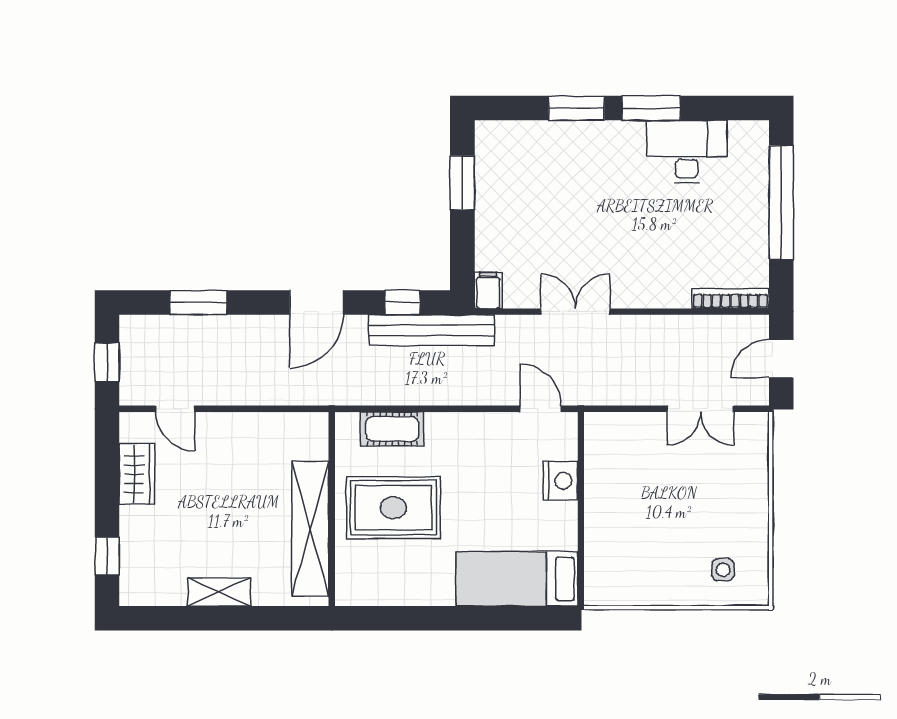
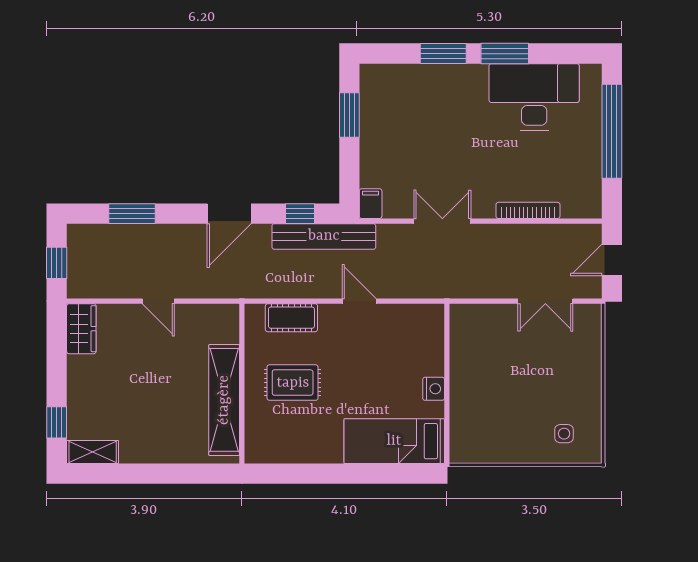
desk: (687, 152) -> (534, 97), width x1.36, depth x1.30
bookcase: (730, 299) -> (528, 210), moved
door: (175, 409) -> (158, 301), moved
door: (541, 409) -> (359, 301), moved
wardrobe: (137, 474) -> (81, 329), moved
nightstand: (560, 481) -> (434, 389), moved, width x0.74, depth x0.75
rug: (393, 508) -> (293, 383), width x0.73, depth x0.70
shelving: (219, 592) -> (93, 452), moved

